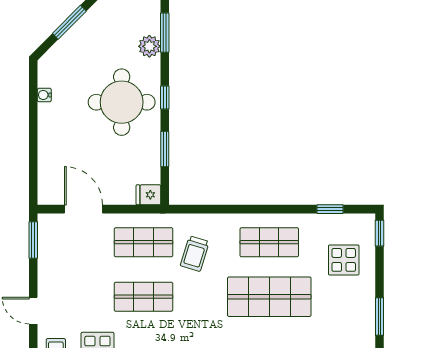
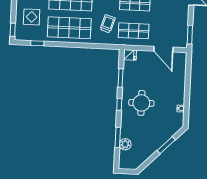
plant: (149, 46) -> (125, 144), moved
round table: (122, 102) -> (141, 103), width x0.73, depth x0.73
shop shelf: (269, 242) -> (69, 28), width x1.43, depth x1.36

